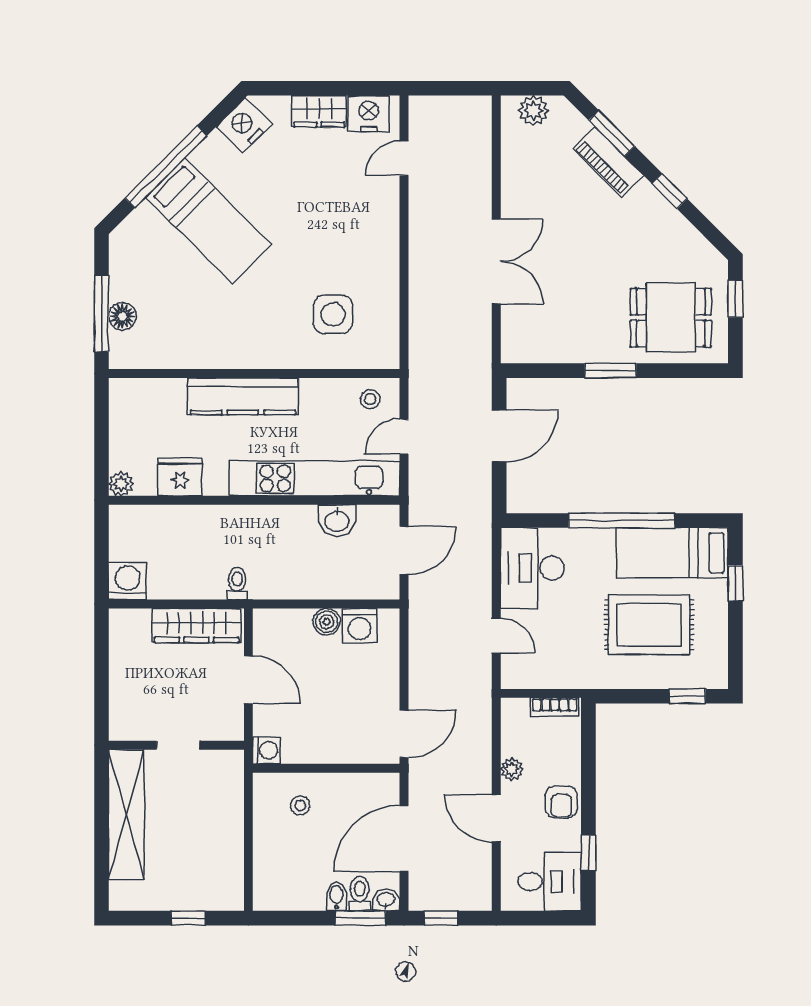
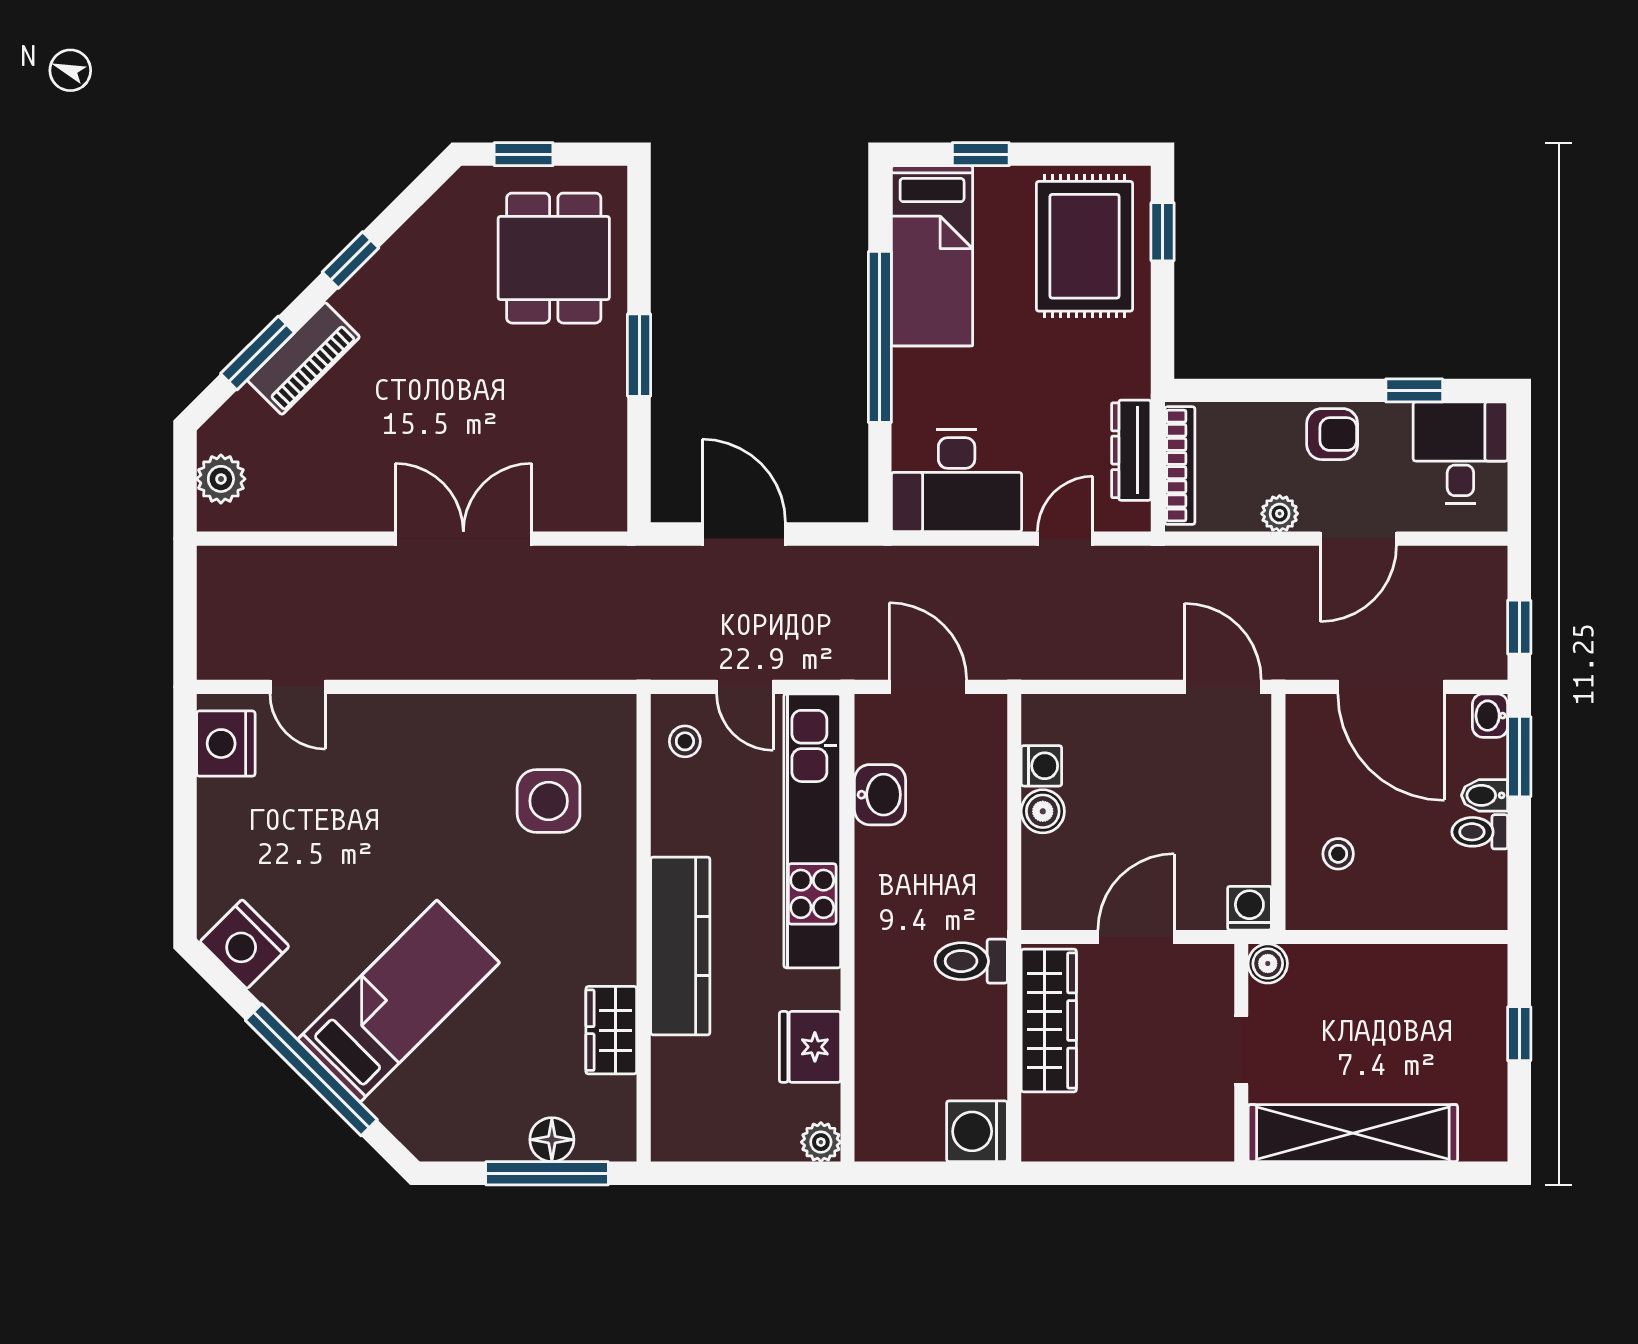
wardrobe: (319, 111) -> (611, 1030), moved, turned 180
toilet: (237, 584) -> (971, 961), width x1.37, depth x1.39
rug: (649, 625) -> (1084, 246), moved
washing machine: (360, 626) -> (1041, 766), width x0.73, depth x0.73
dresser: (551, 677) -> (1131, 450), added
bookcase: (555, 707) -> (1180, 466), width x1.56
boiler: (232, 762) -> (1268, 964), added
toilet: (360, 894) -> (1480, 832), moved

